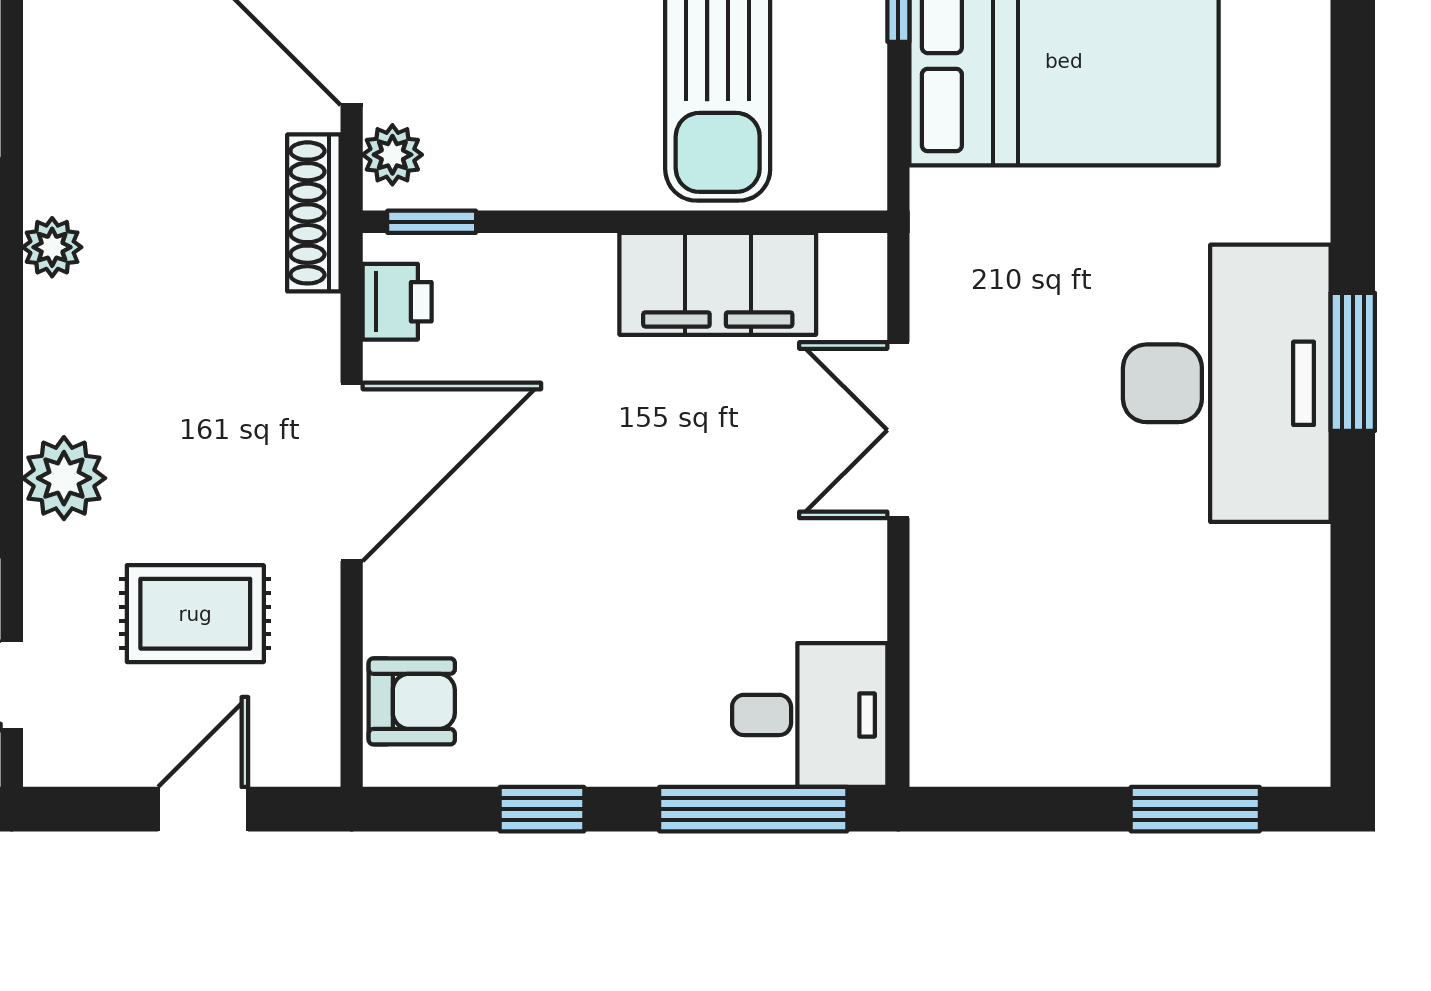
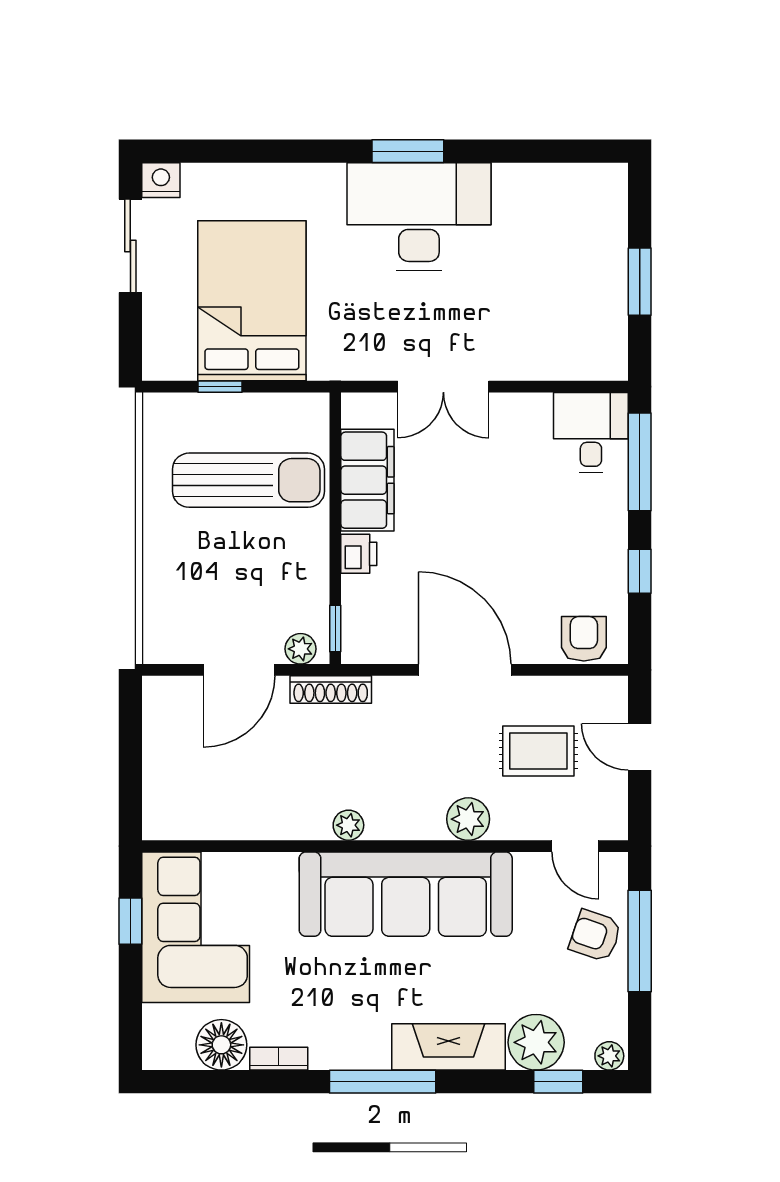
printer: (397, 302) -> (359, 554), moved, turned 90
rug: (195, 614) -> (538, 751), turned 90
window: (1195, 809) -> (640, 282), moved

